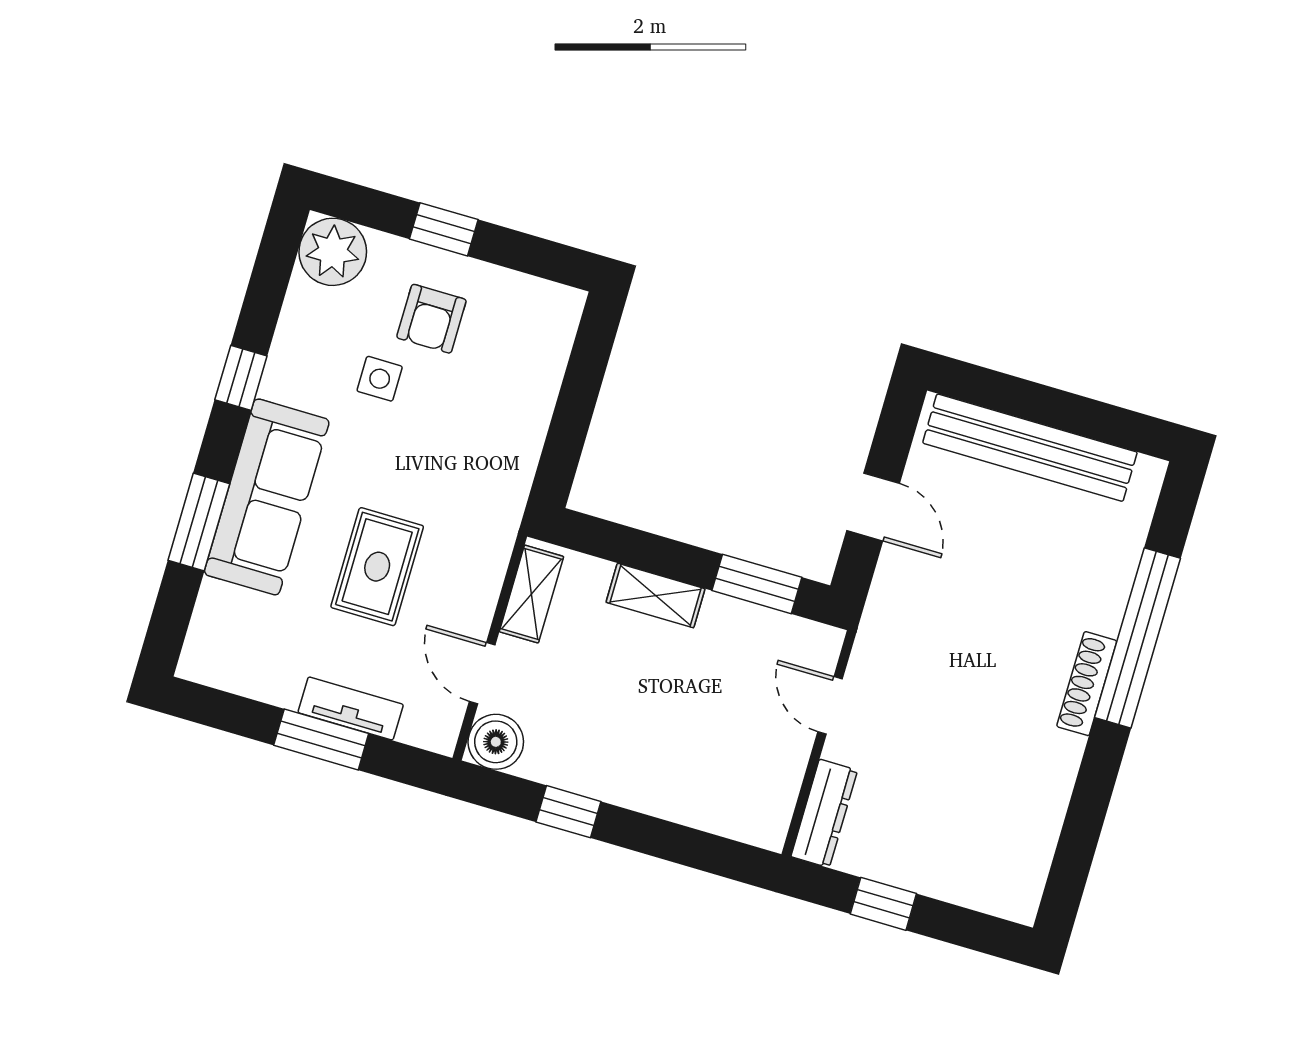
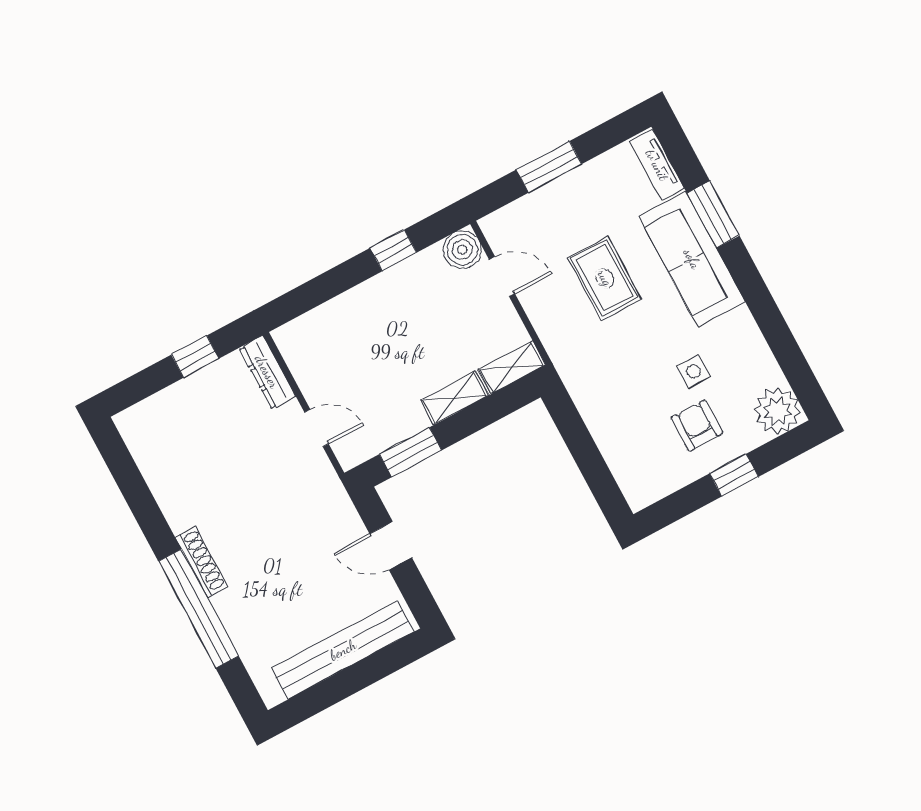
window: (241, 378) -> (762, 305), removed
shelving: (531, 594) -> (512, 367), moved, turned 90
tv unit: (351, 708) -> (657, 165), moved, turned 90

